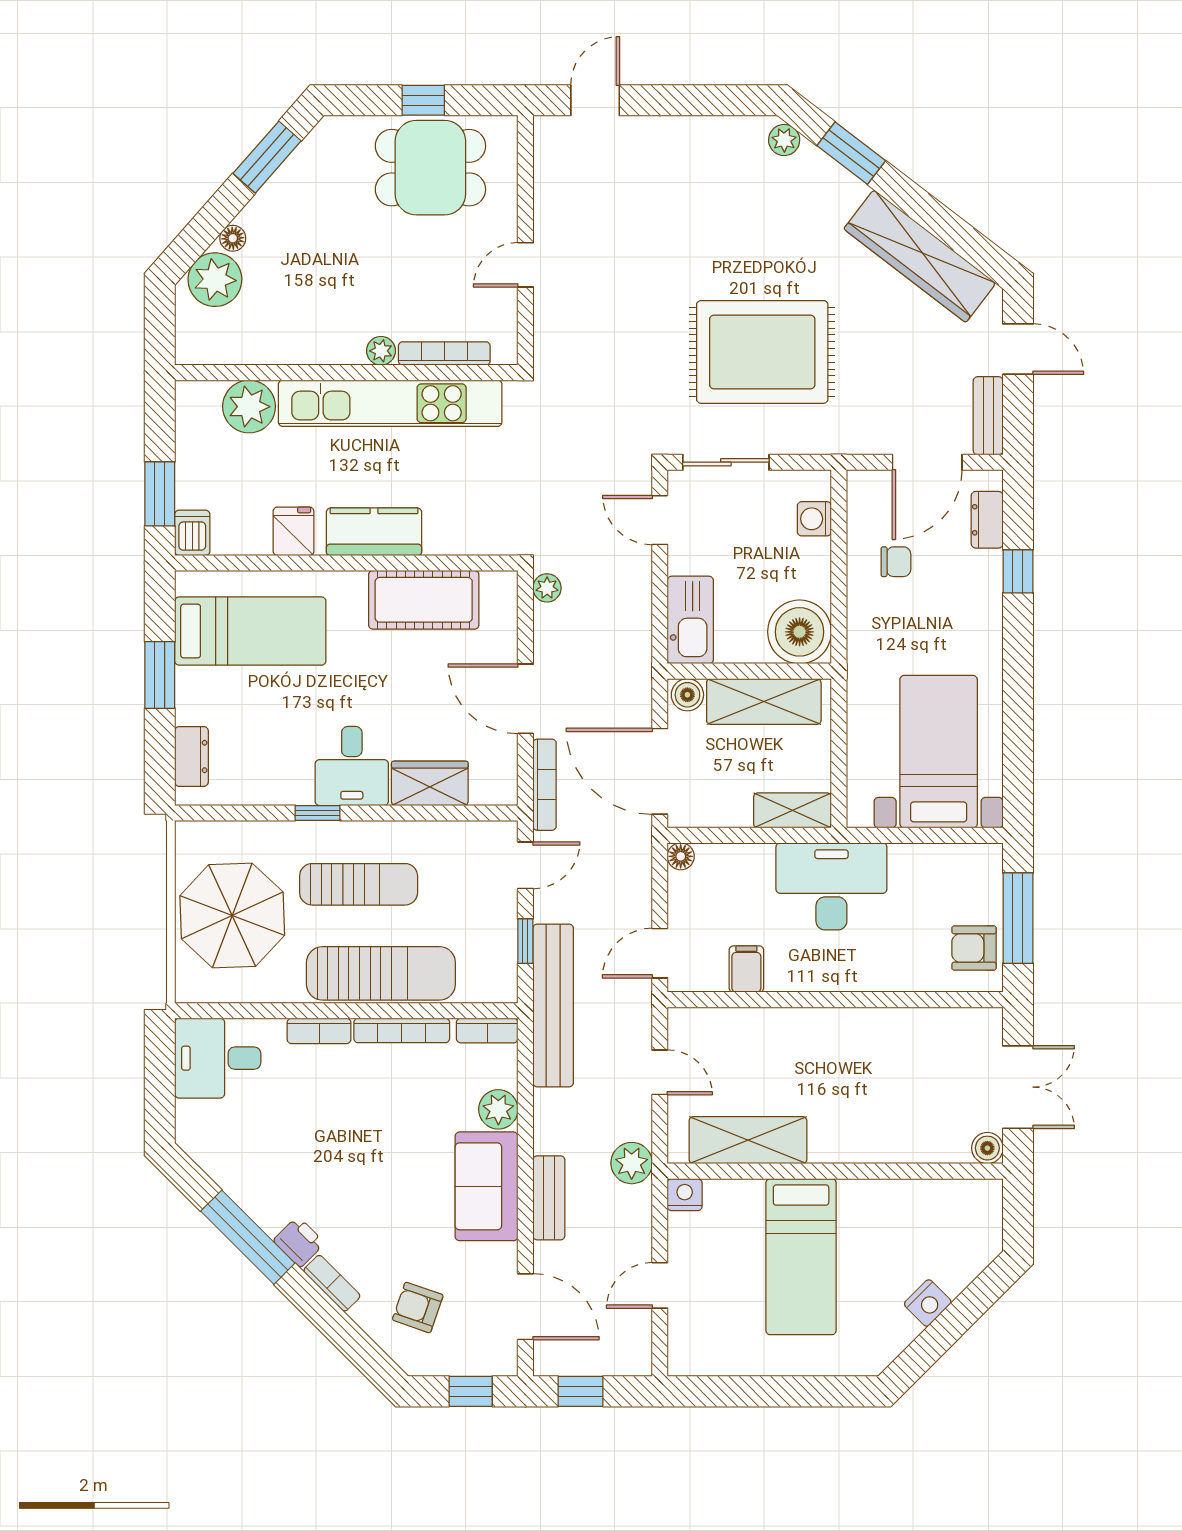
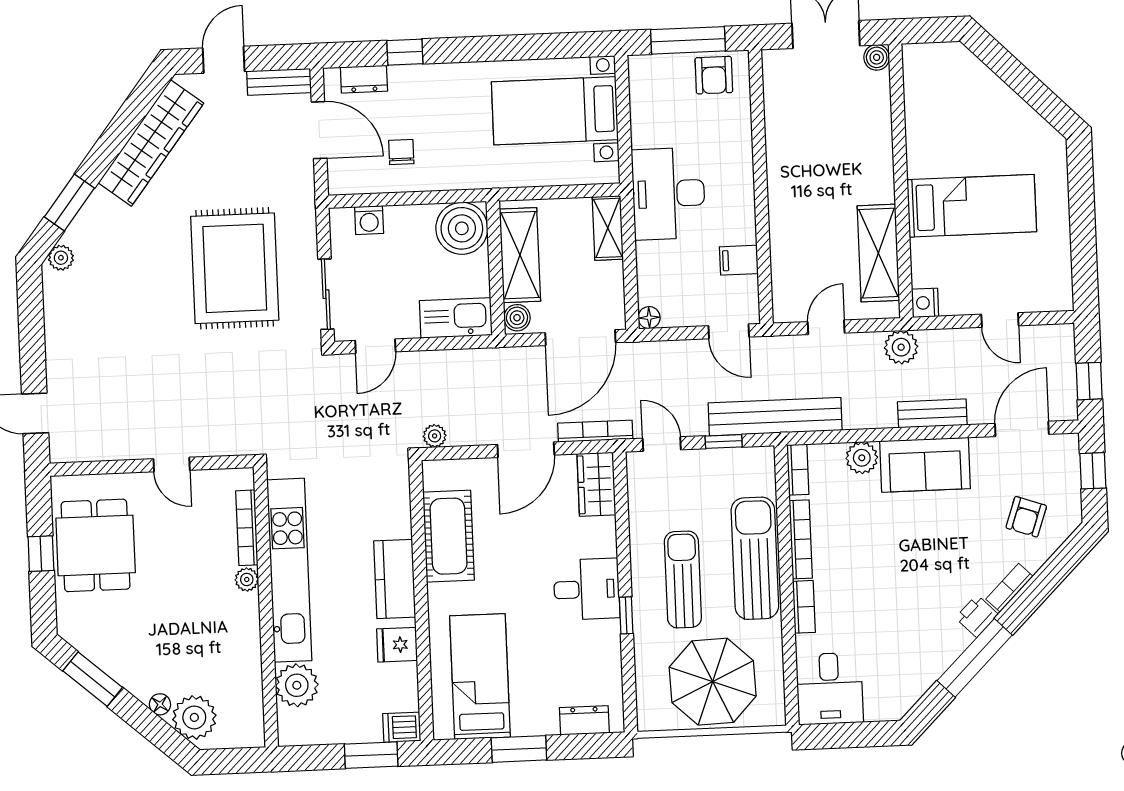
wardrobe: (430, 783) -> (596, 484), moved
nightstand: (928, 1303) -> (1005, 101), removed

